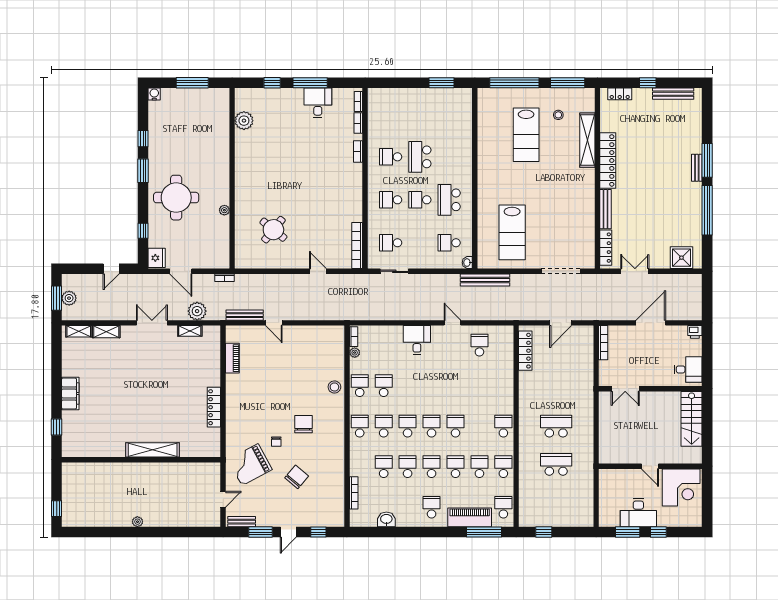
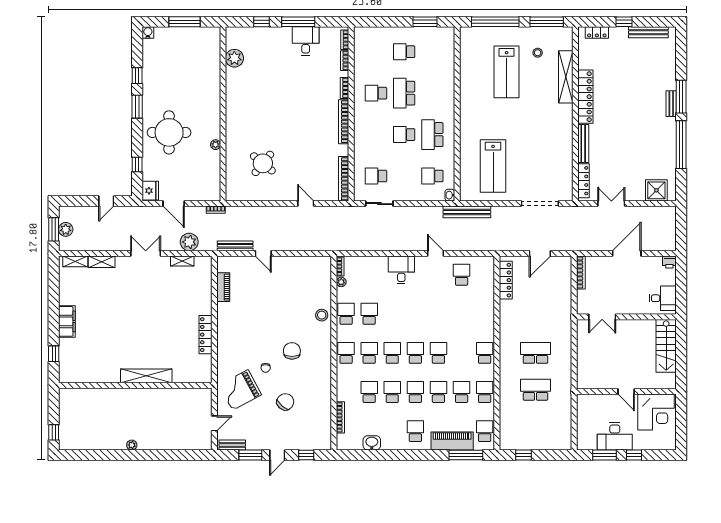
bookcase: (357, 186) -> (344, 122), added
school desk: (391, 200) -> (404, 52), moved

